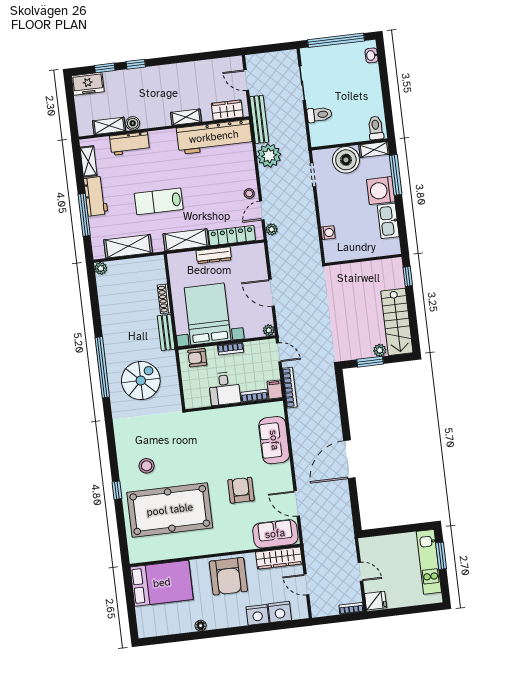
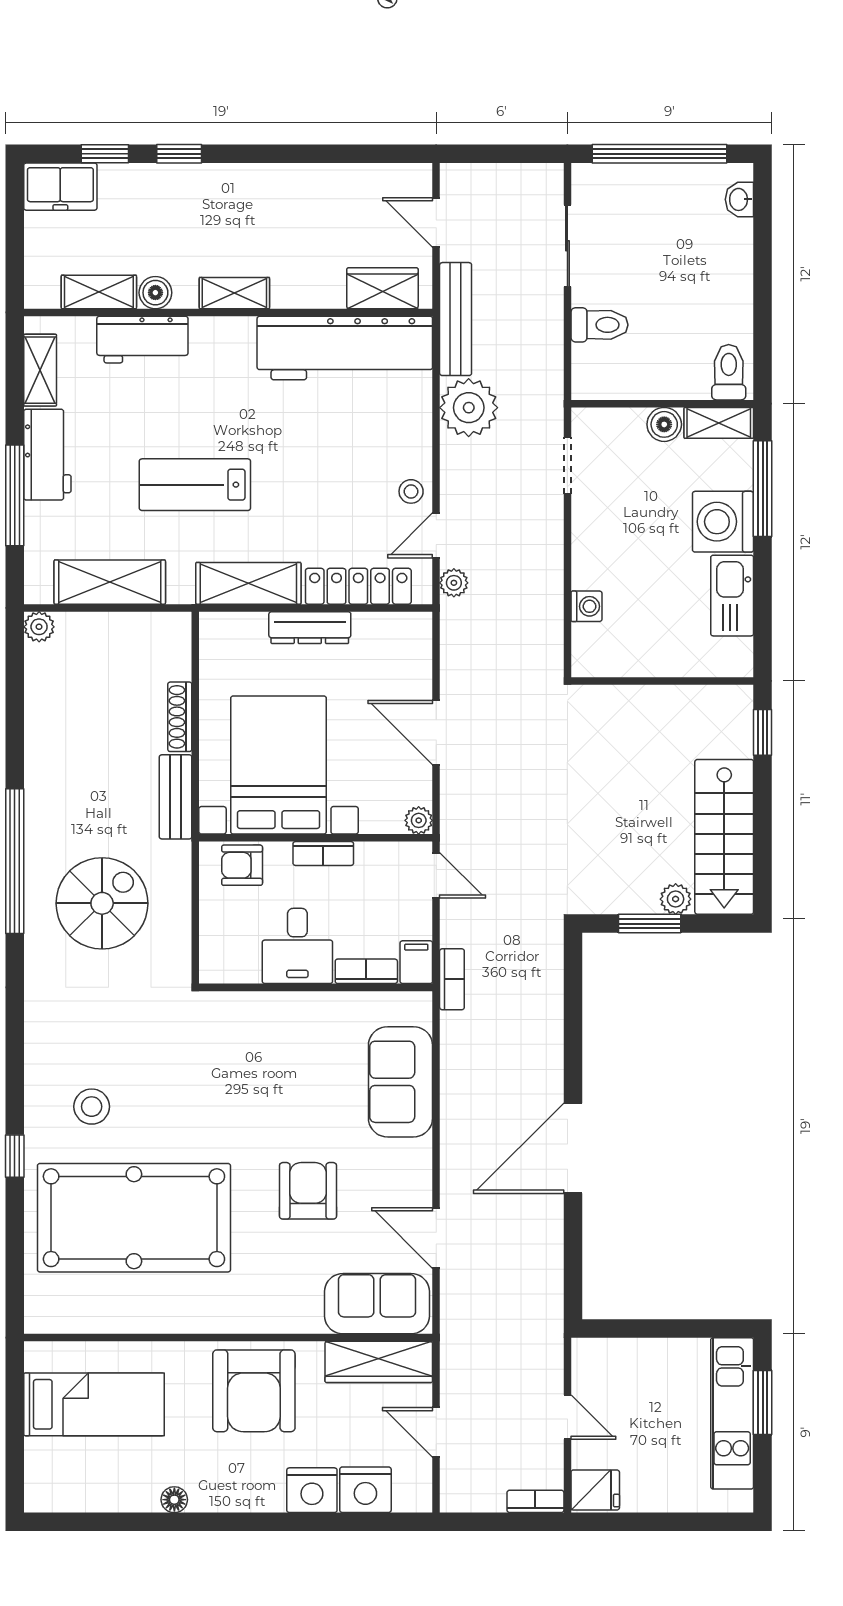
shelving: (186, 117) -> (234, 293), moved
boiler: (346, 160) -> (664, 424), width x0.54, depth x0.54
bookcase: (290, 388) -> (452, 979), width x0.64
bed: (162, 583) -> (94, 1404), width x0.67

